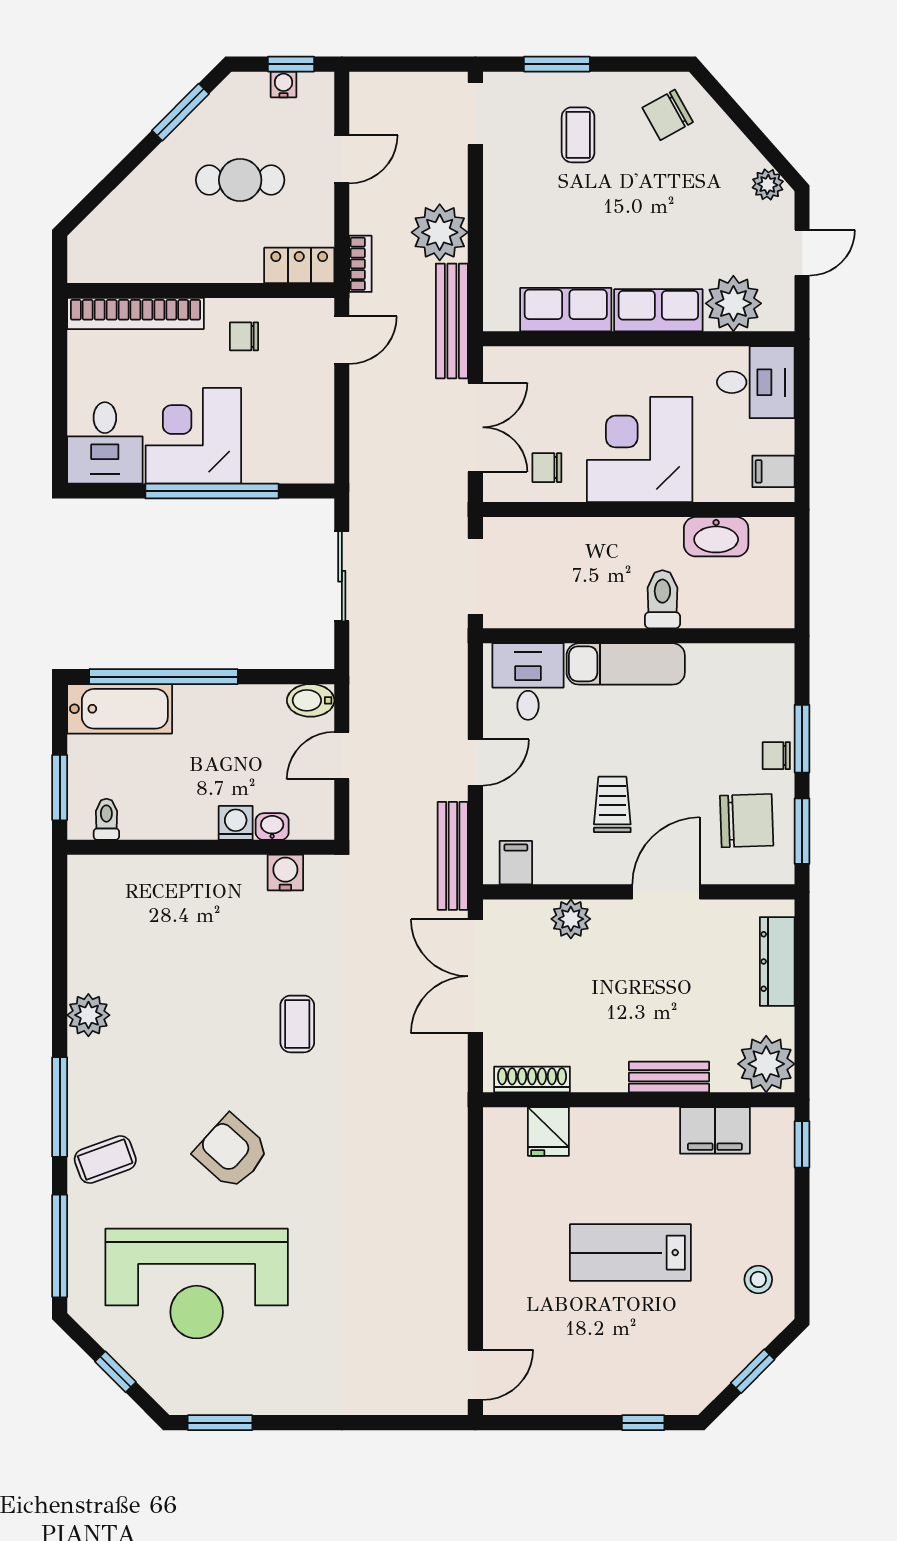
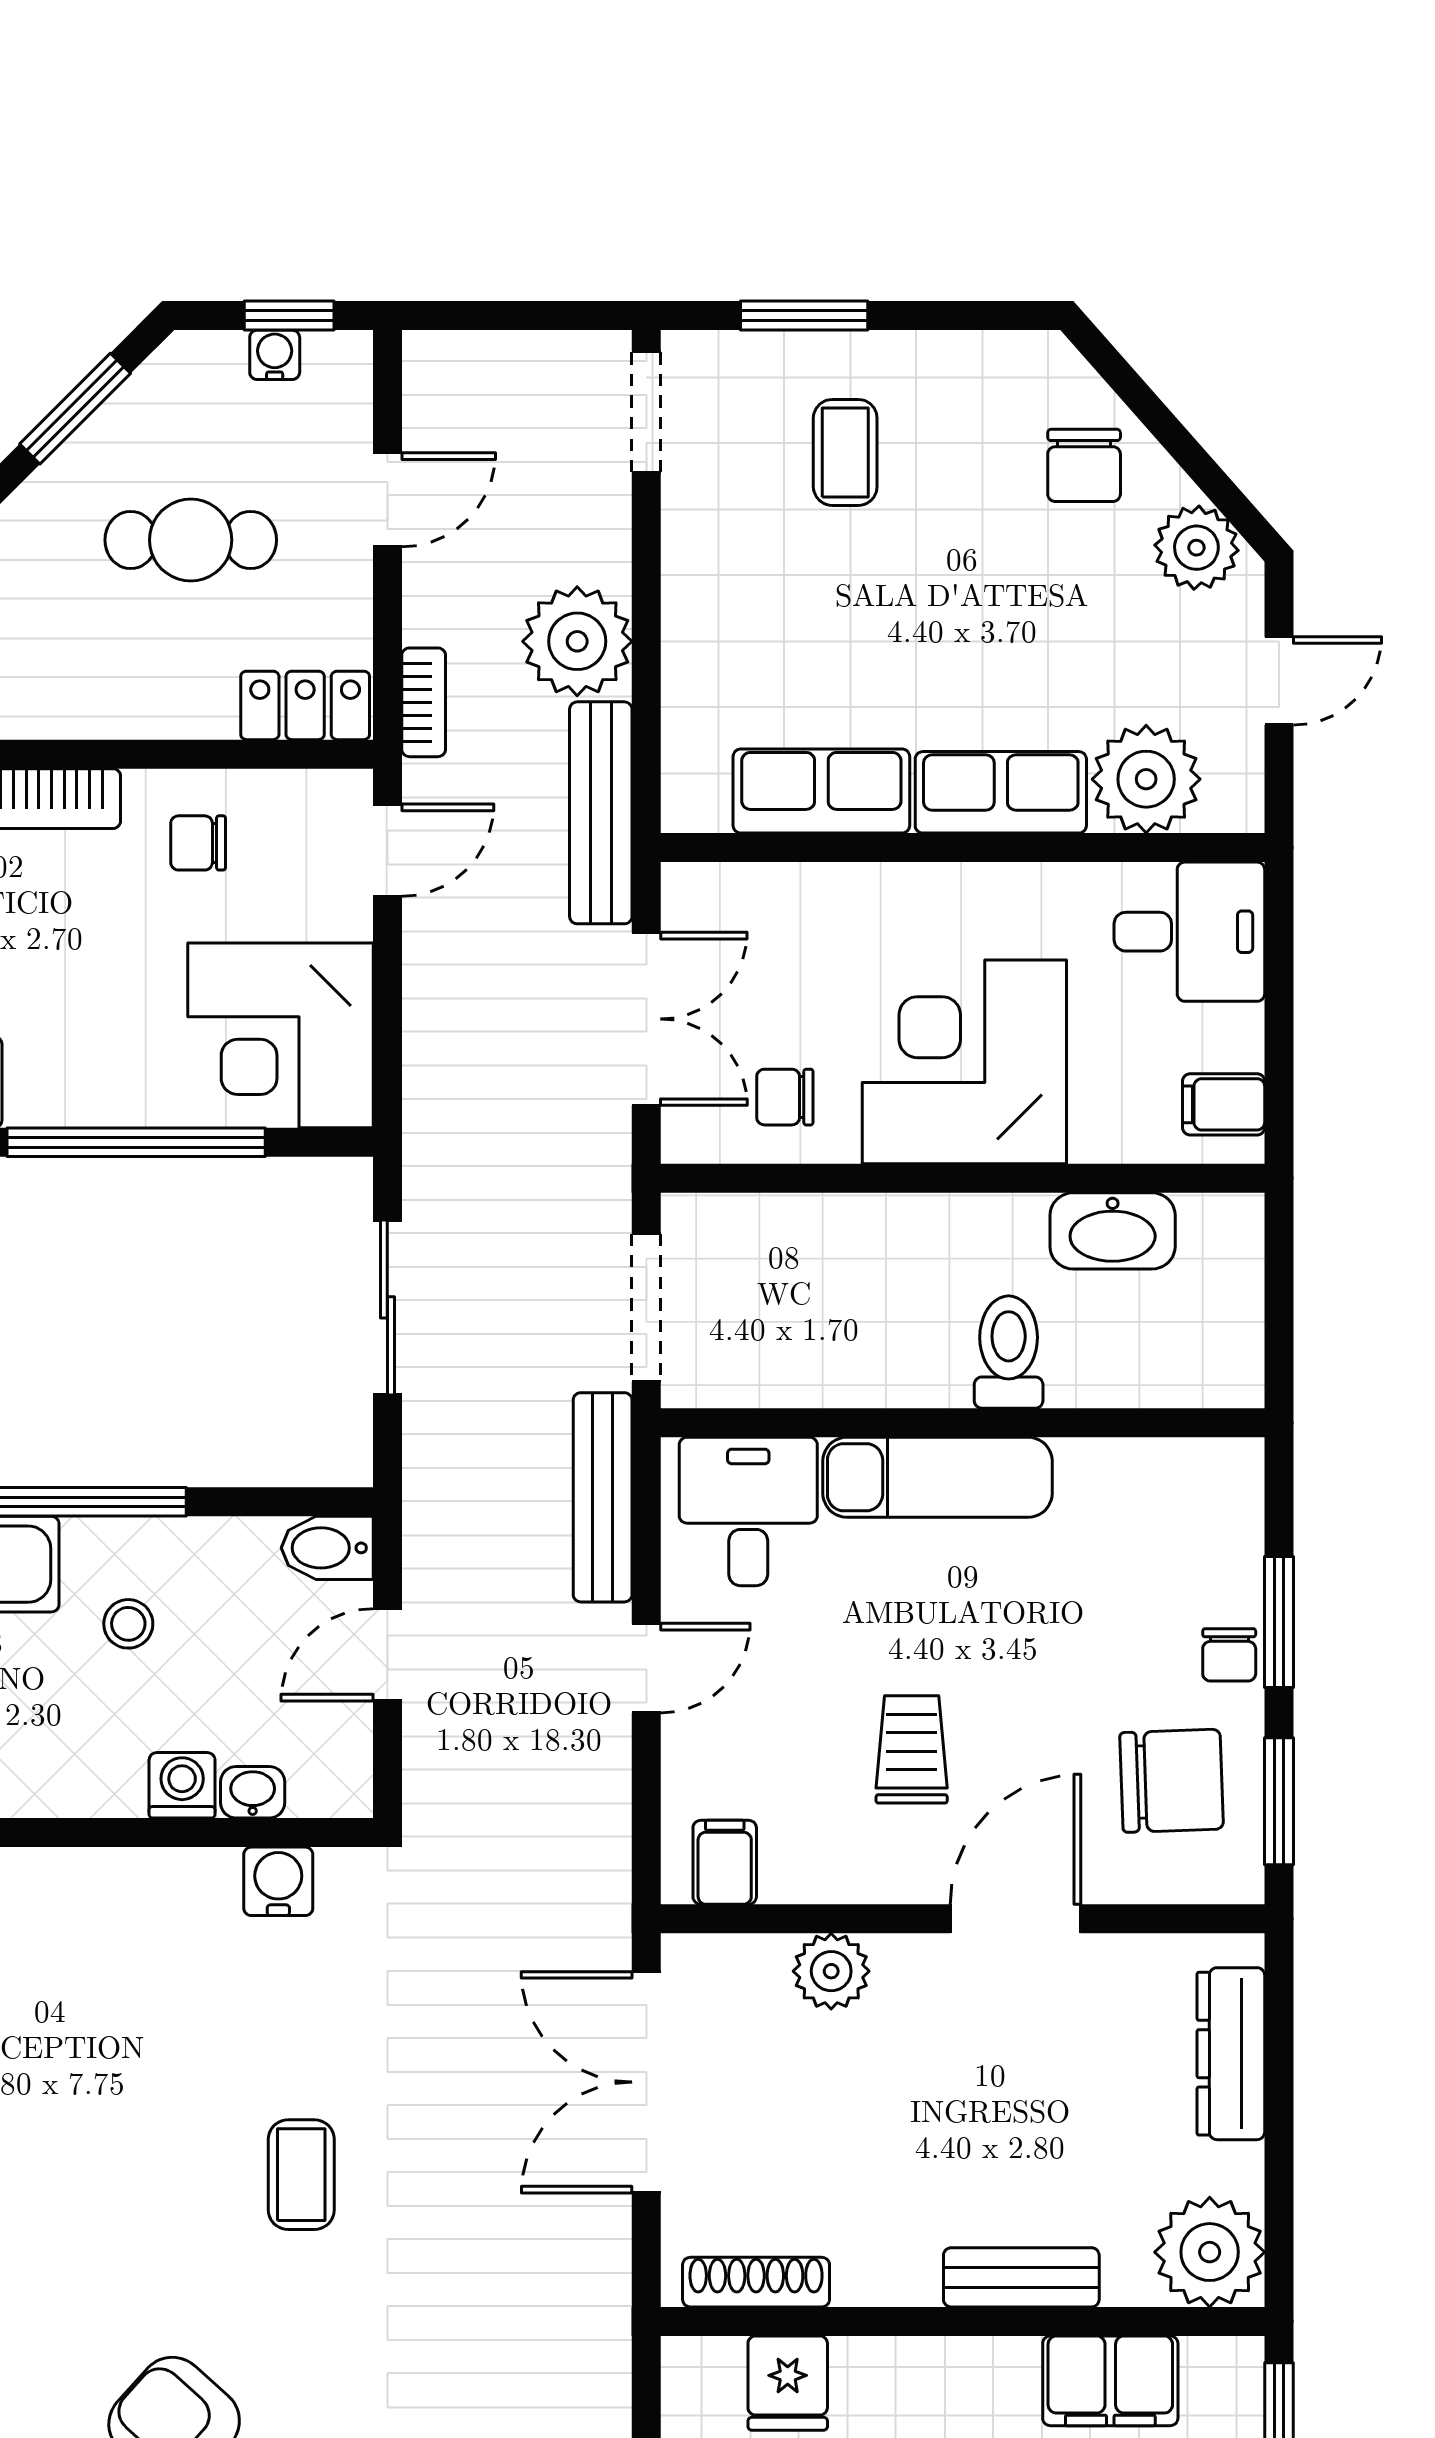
chair: (668, 115) -> (1084, 465), moved, turned -61
plant: (768, 184) -> (1196, 548), width x1.38, depth x1.38
corner desk: (193, 436) -> (281, 1035), moved, turned -90
stool: (208, 740) -> (128, 1624), added
chair: (776, 756) -> (1229, 1655), turned -90
bench: (453, 856) -> (603, 1497), moved

